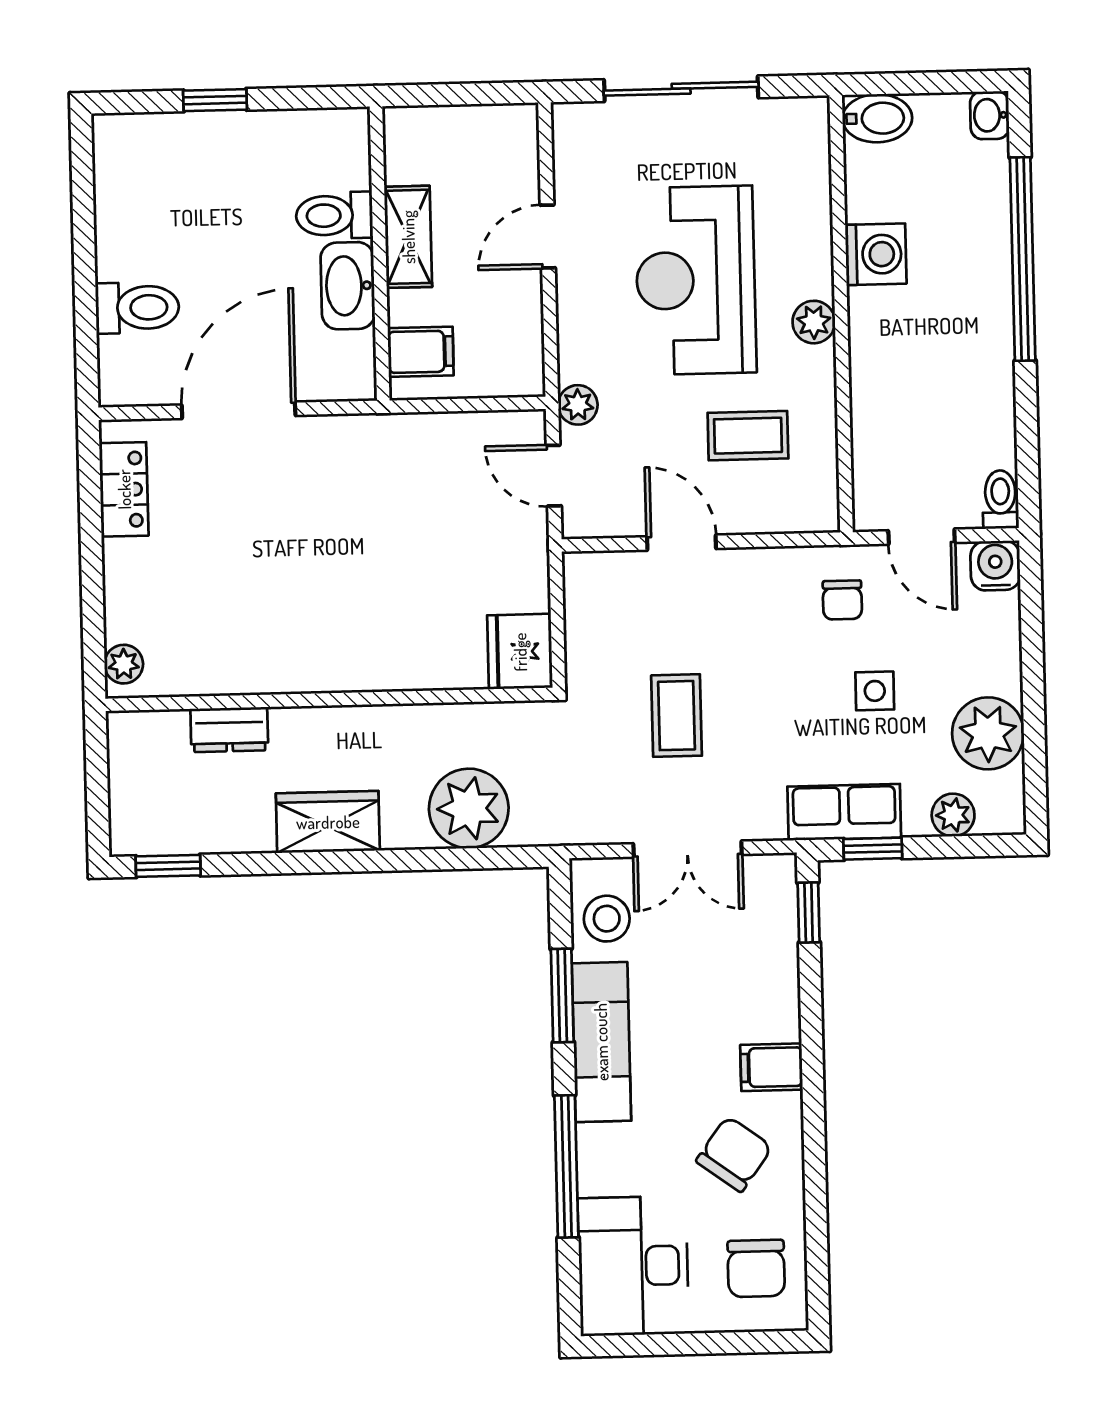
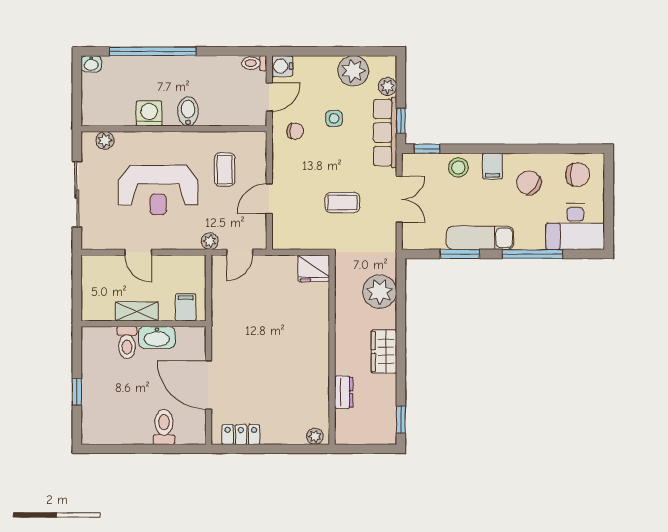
bidet: (877, 118) -> (188, 111), moved
plant: (814, 322) -> (105, 140), moved
row of seats: (844, 812) -> (385, 133), width x1.48
stool: (607, 919) -> (458, 167), moved

